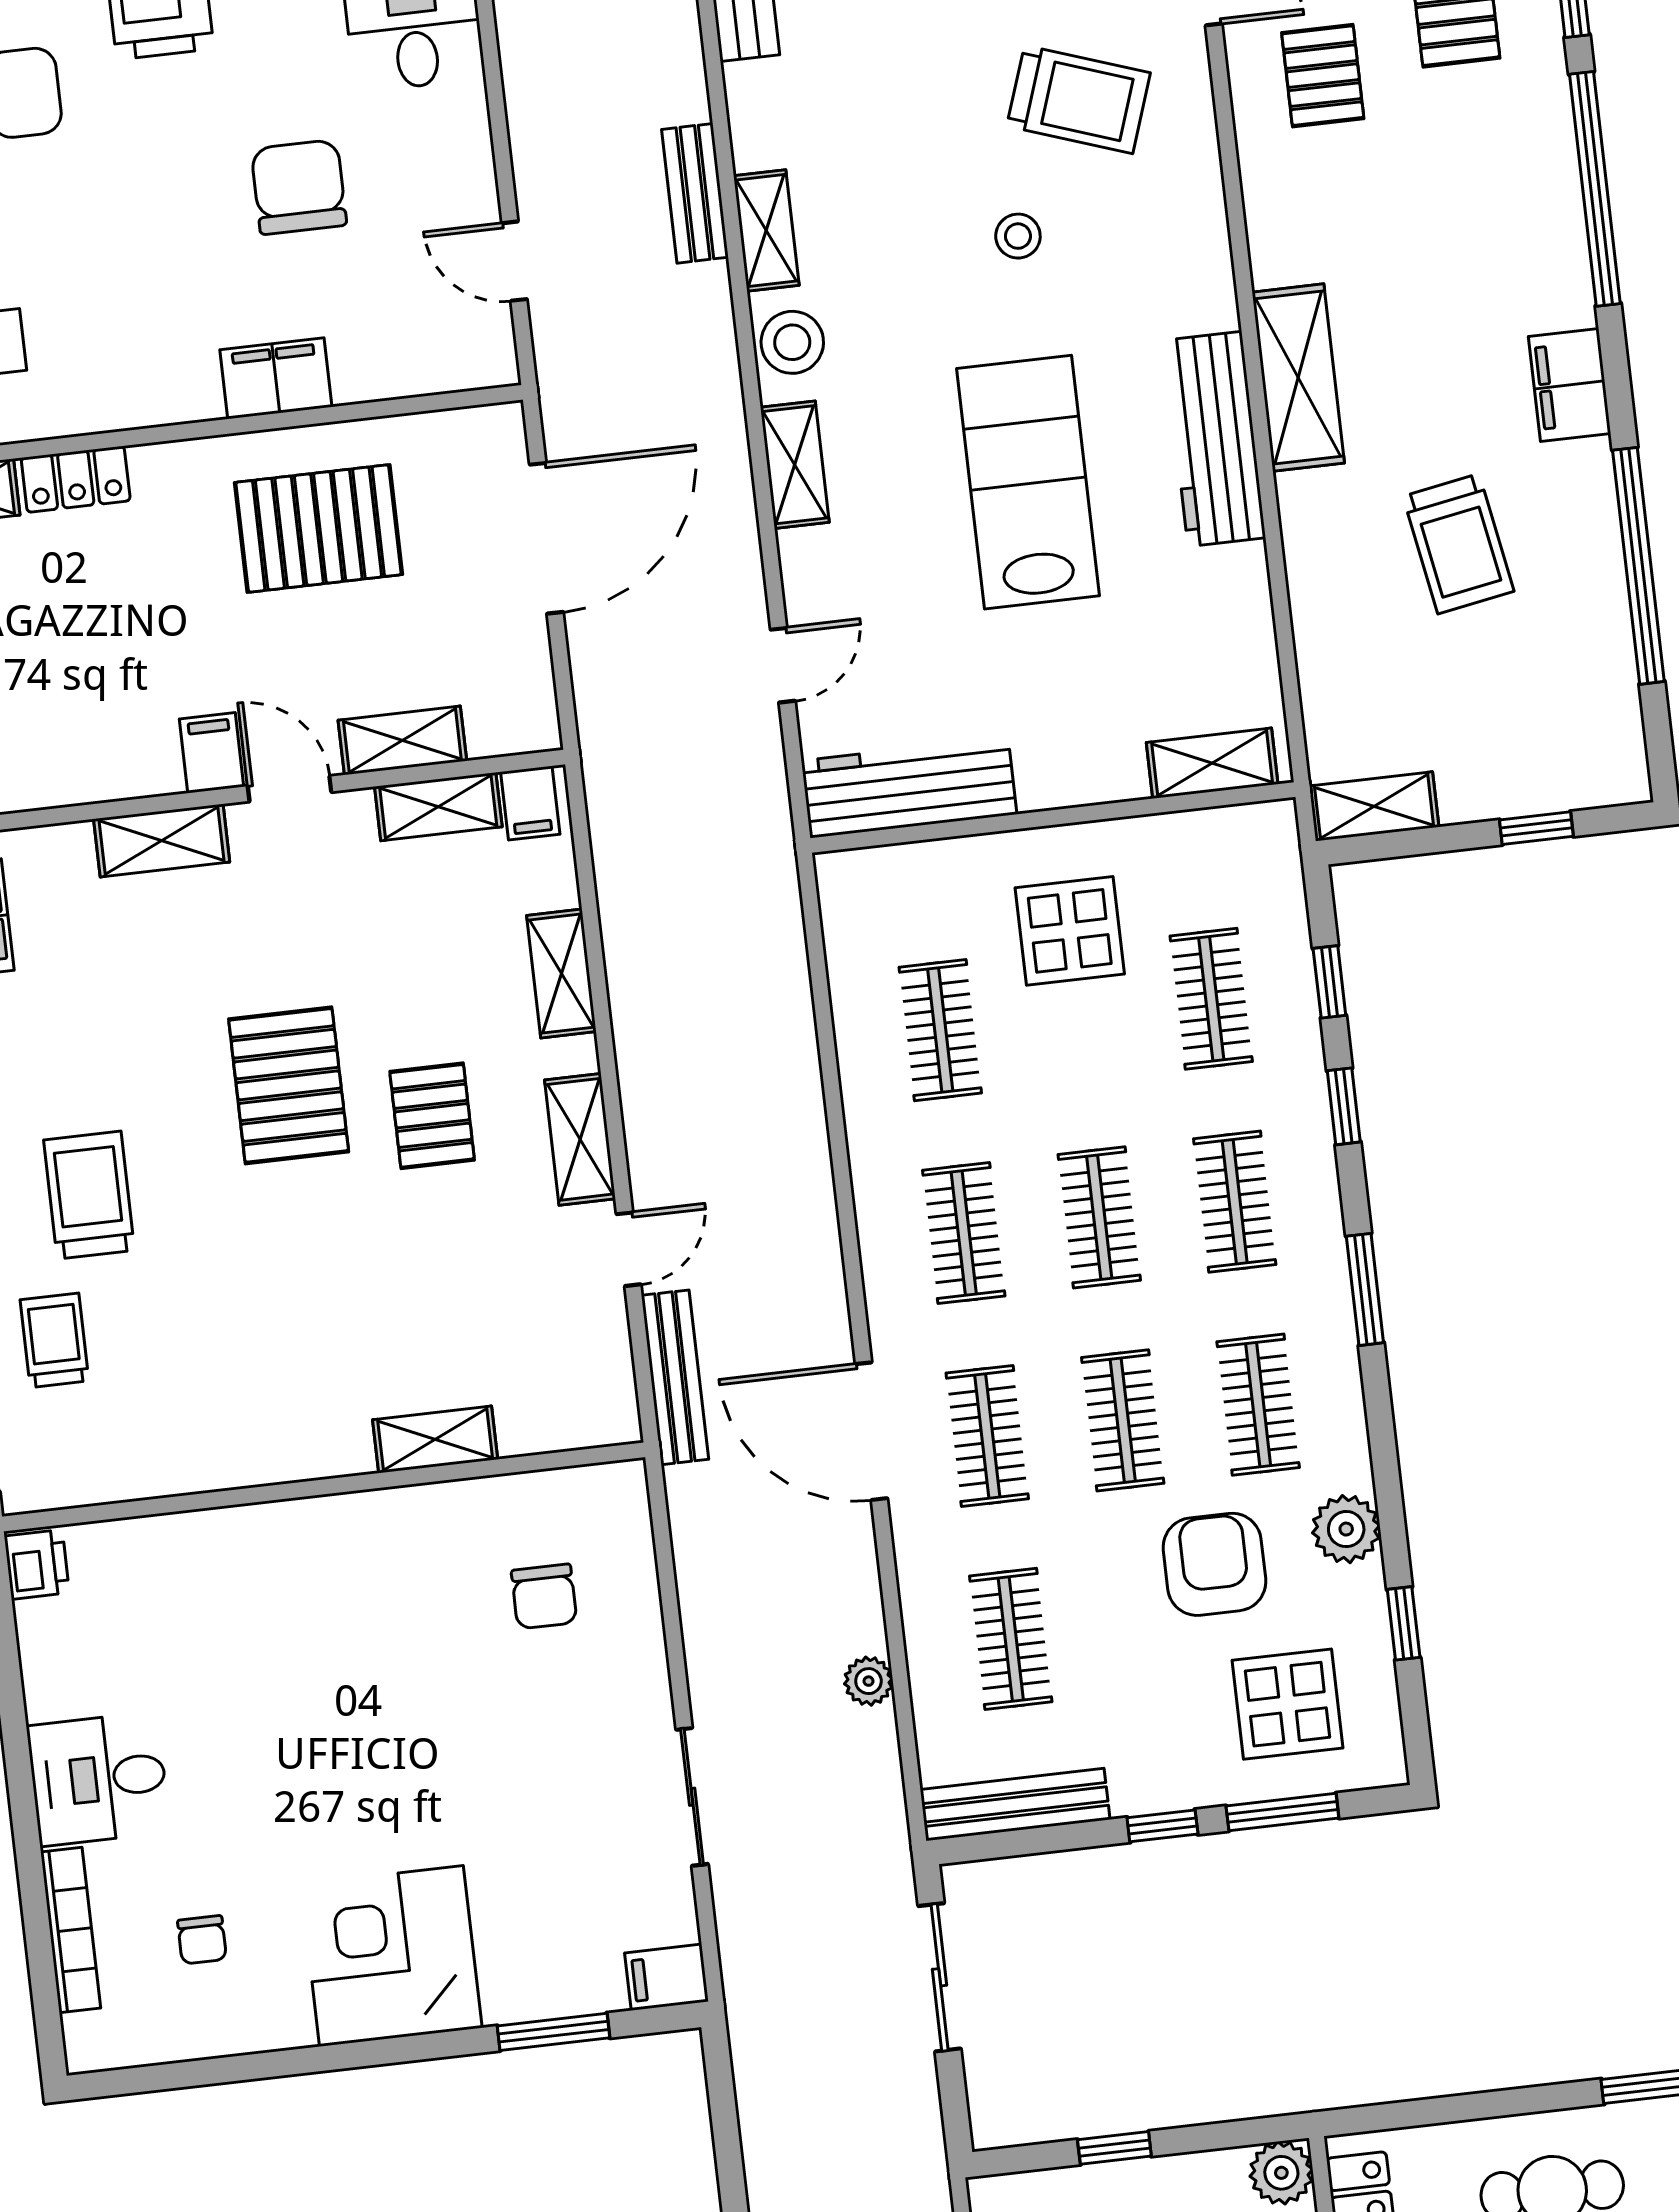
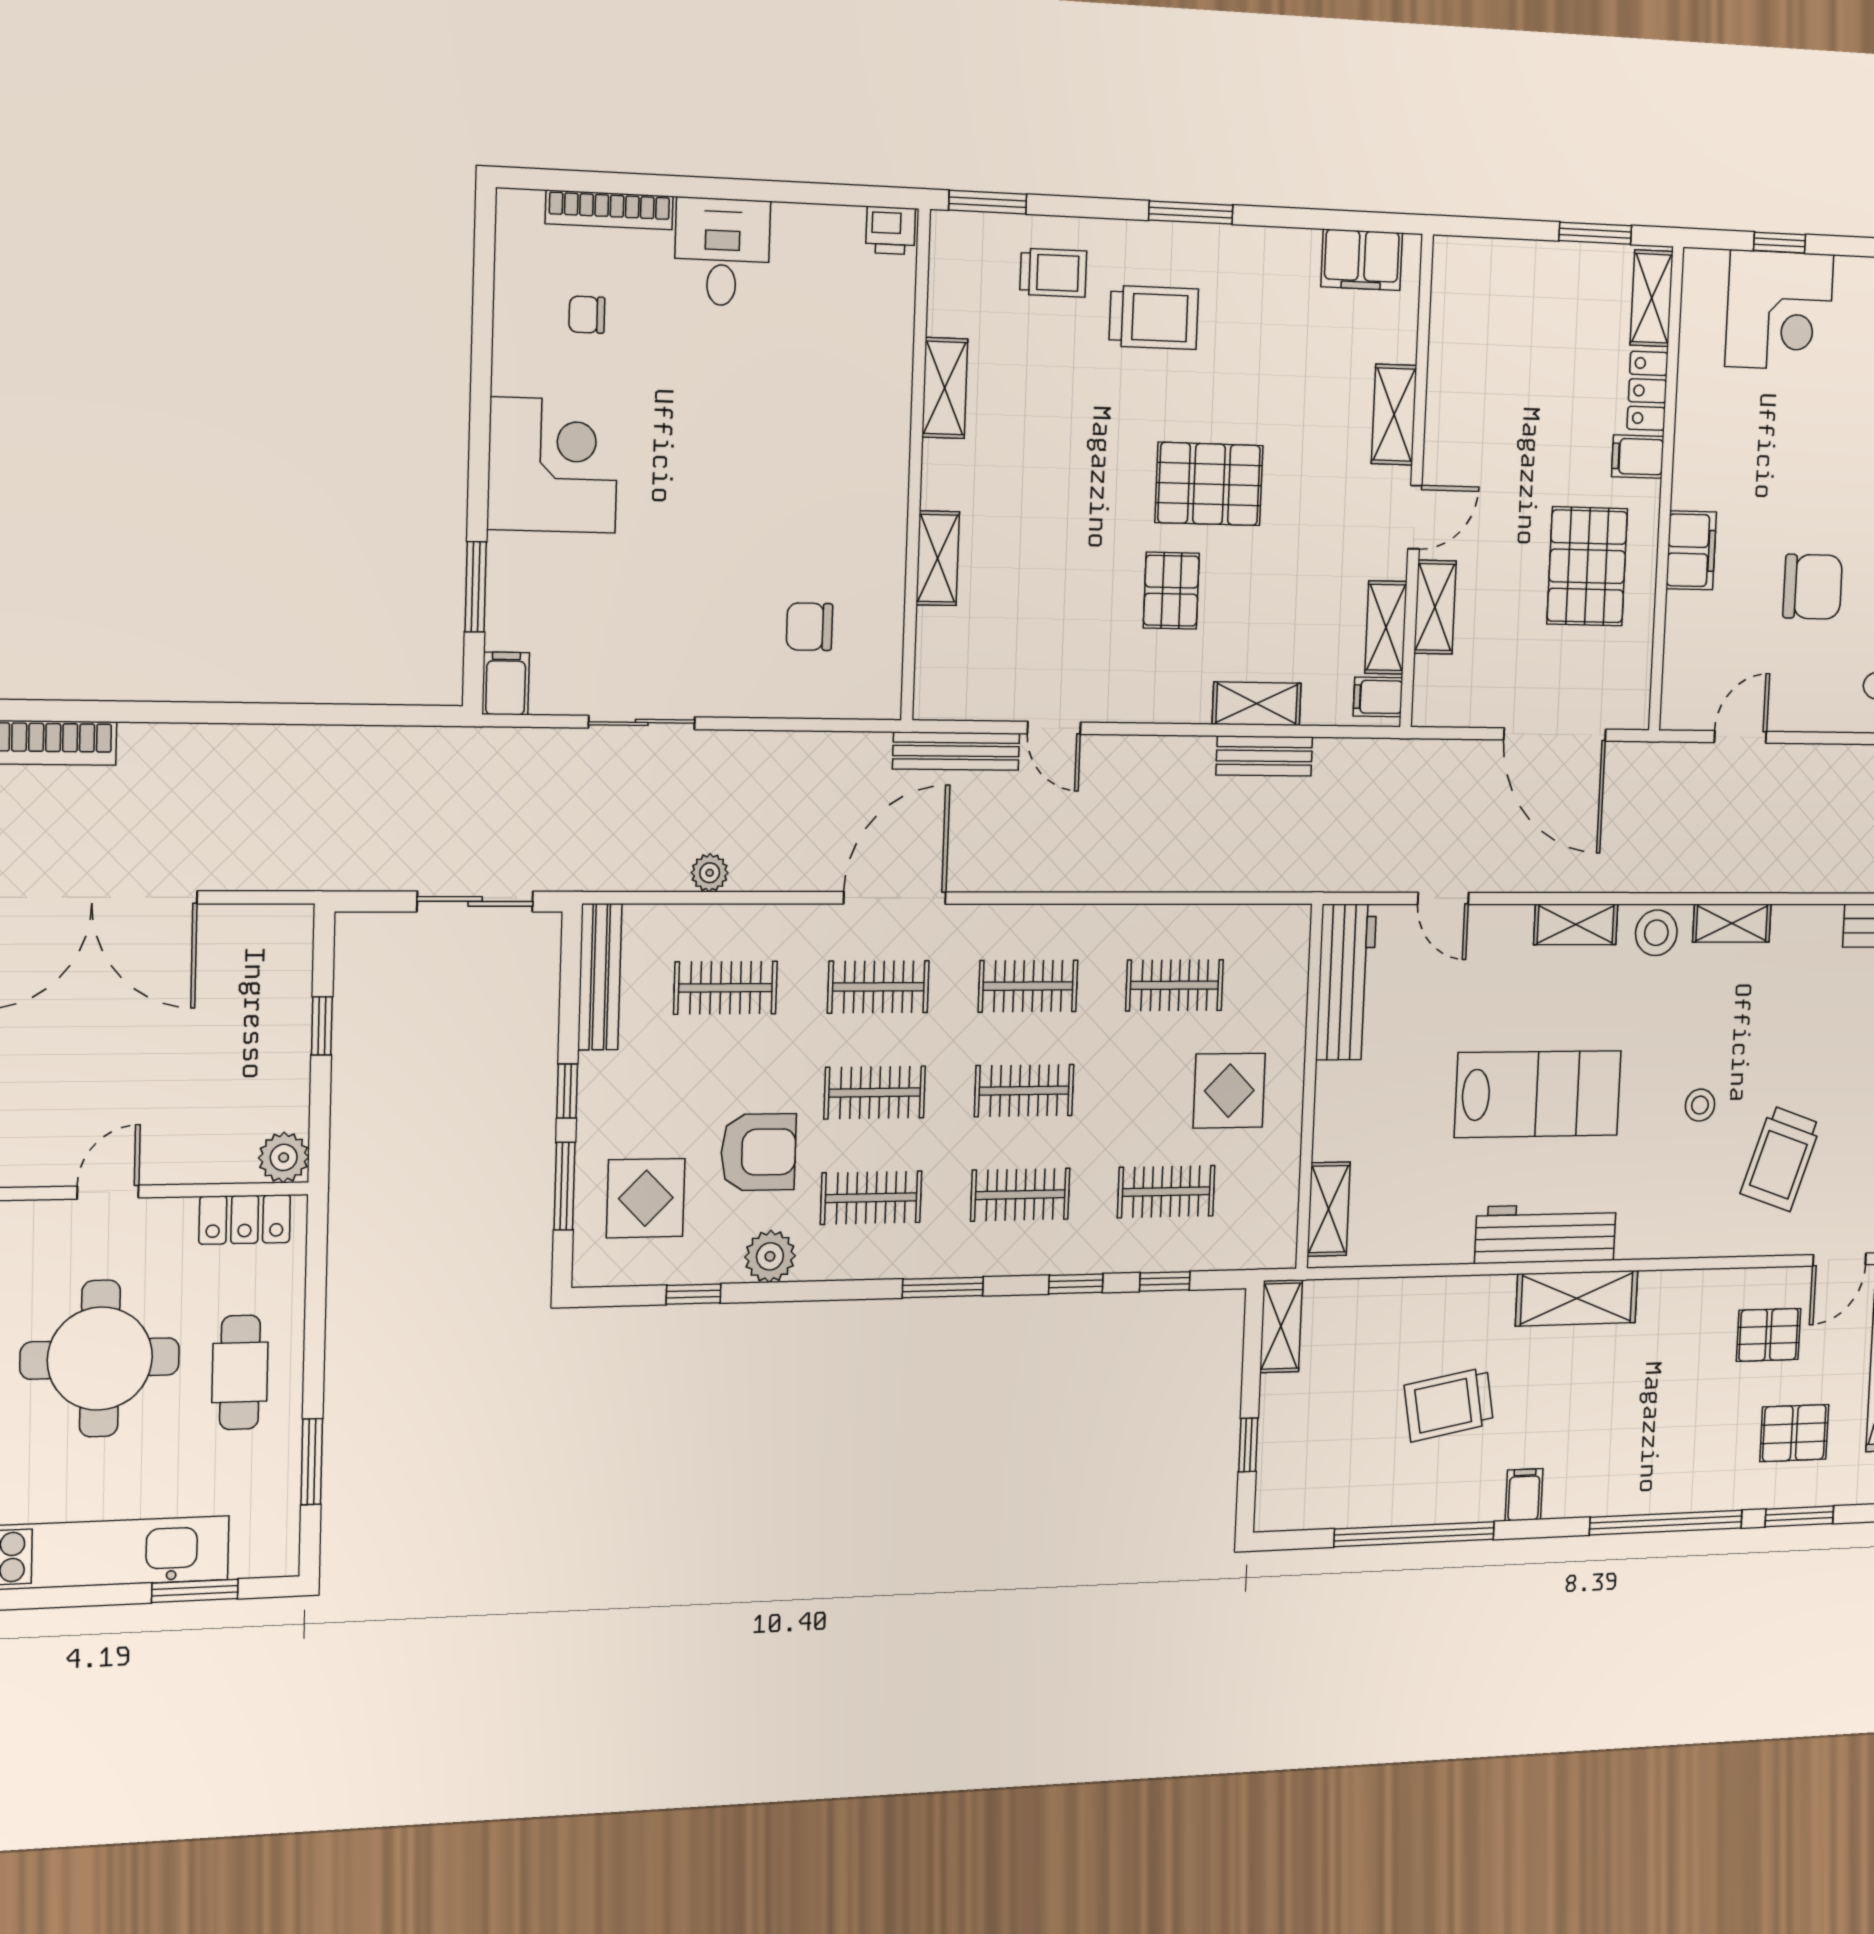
bench: (695, 193) -> (1264, 756), moved
filing cabinet: (1570, 385) -> (1524, 1495), width x0.50
filing cabinet: (211, 753) -> (1638, 457), moved, turned 180
pallet: (432, 1116) -> (1171, 591), turned 90
shelving: (580, 1139) -> (945, 388), moved, turned 90

